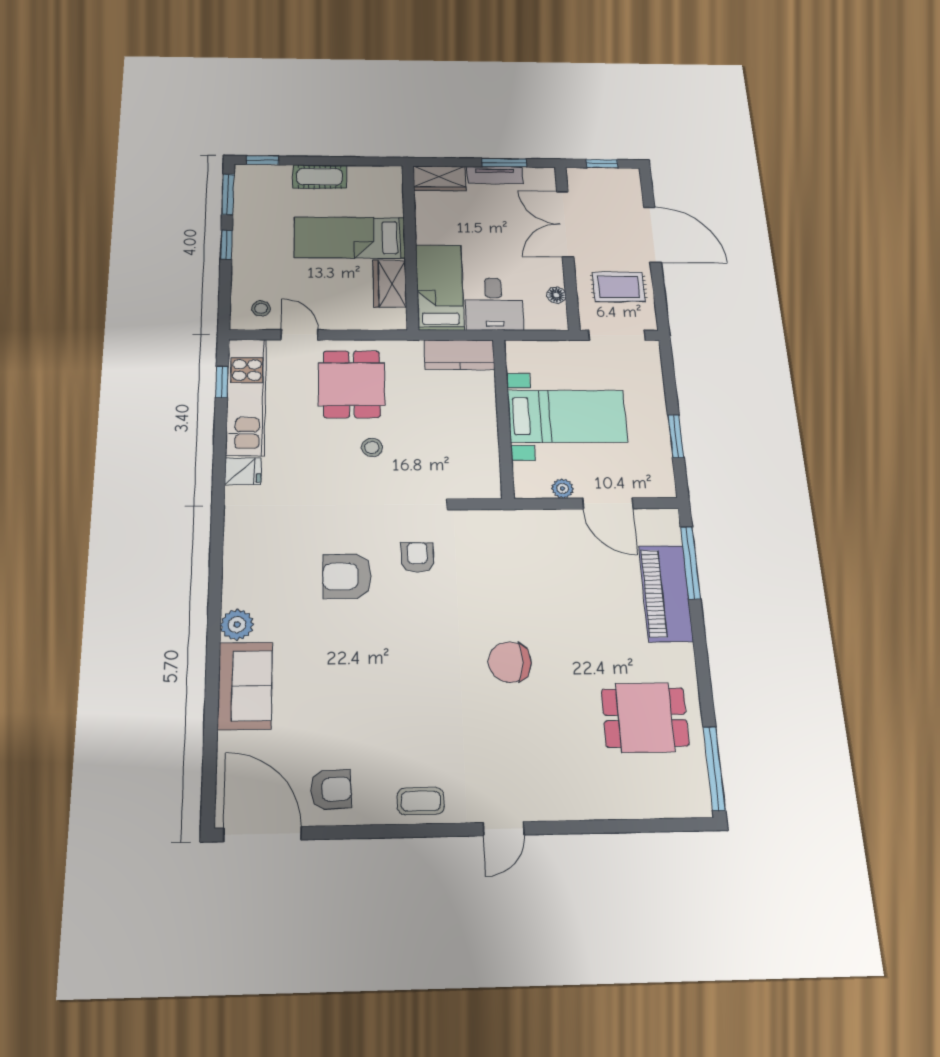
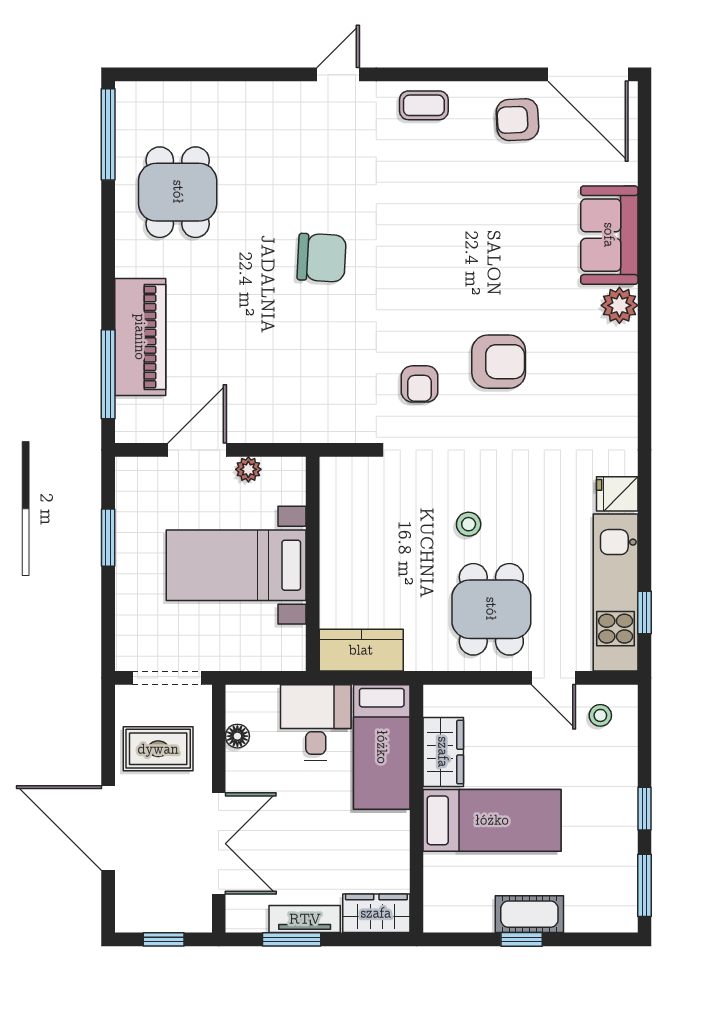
window: (263, 160) -> (522, 939), moved
door: (608, 503) -> (197, 450), hinge flipped
dining table: (645, 717) -> (178, 192), turned 90

